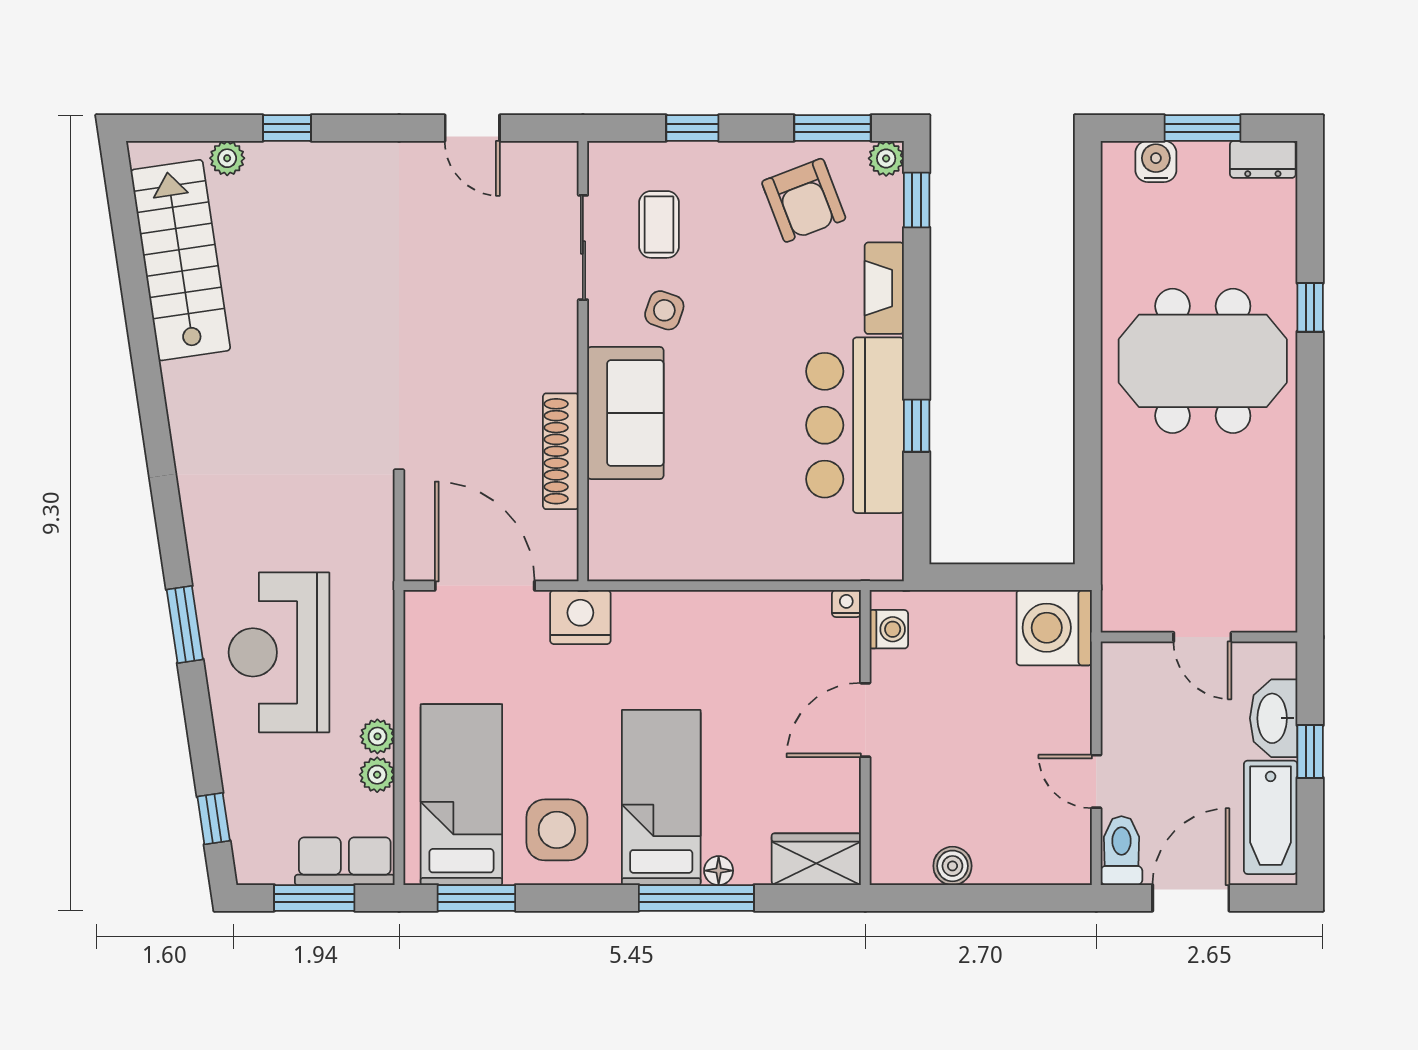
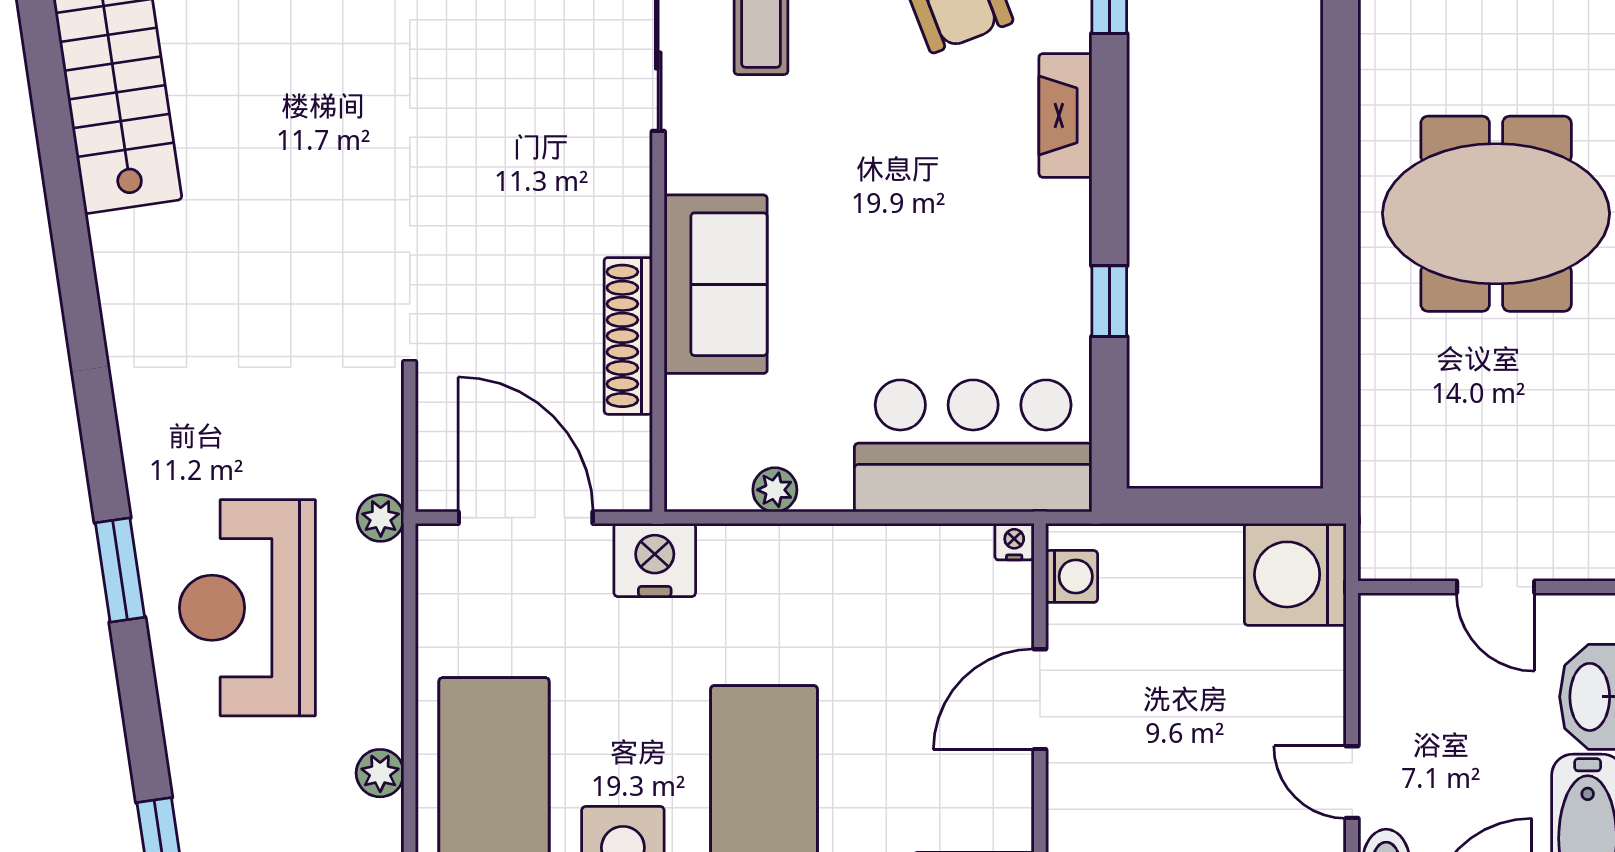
side table: (664, 310) -> (768, 145), removed
bar counter: (855, 425) -> (973, 446), moved, turned 90
plant: (669, 565) -> (775, 490), added
plant: (377, 736) -> (381, 518), moved

